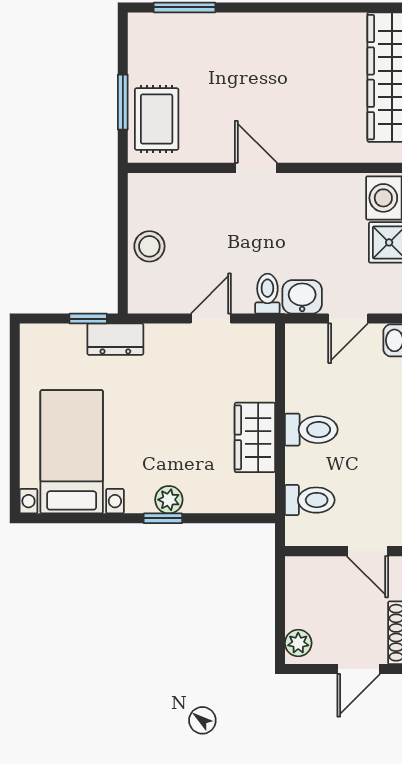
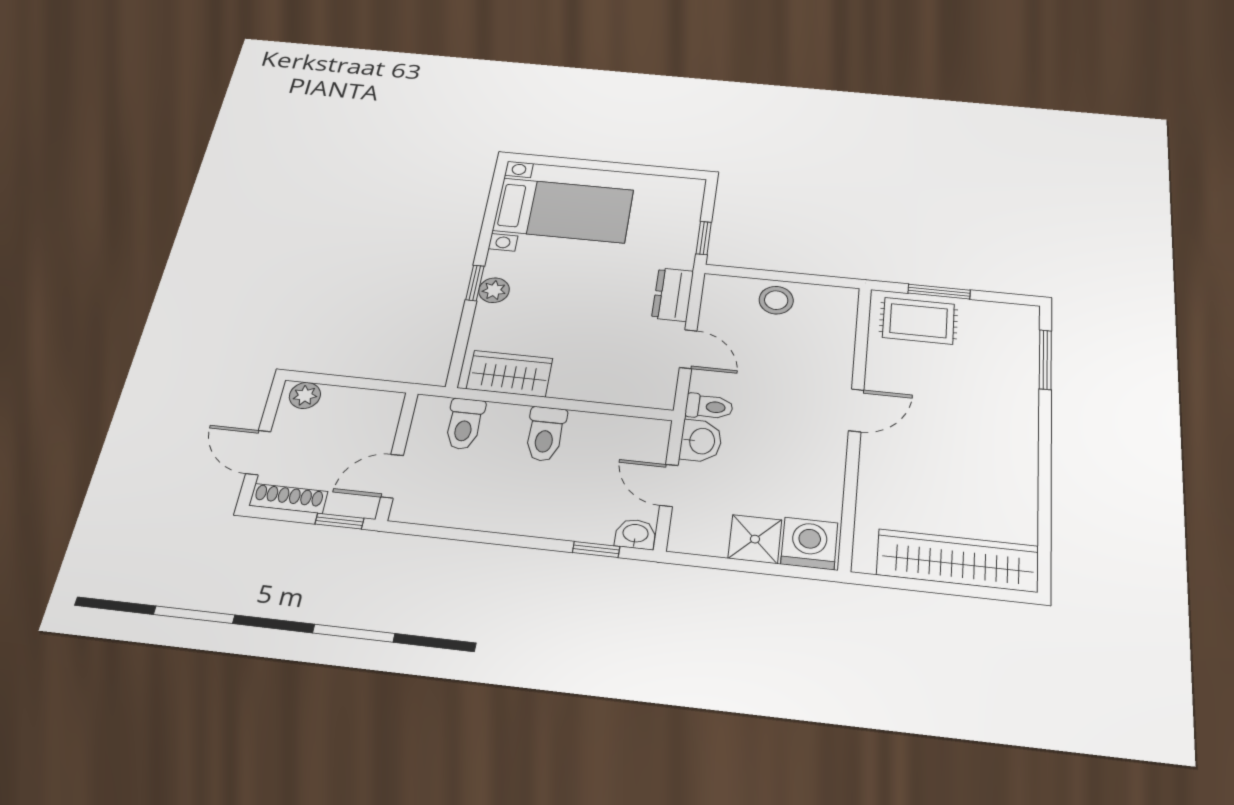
dresser: (115, 339) -> (673, 294), moved
wardrobe: (255, 437) -> (510, 374), moved

